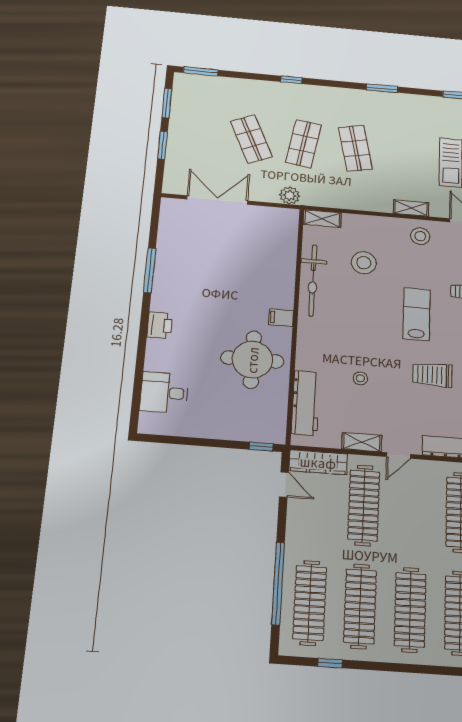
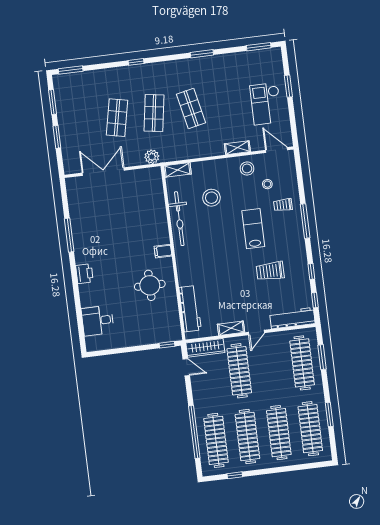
shop shelf: (251, 139) -> (117, 118), turned 36
round table: (252, 360) -> (150, 285), width x0.73, depth x0.73
stool: (360, 378) -> (267, 184), moved

